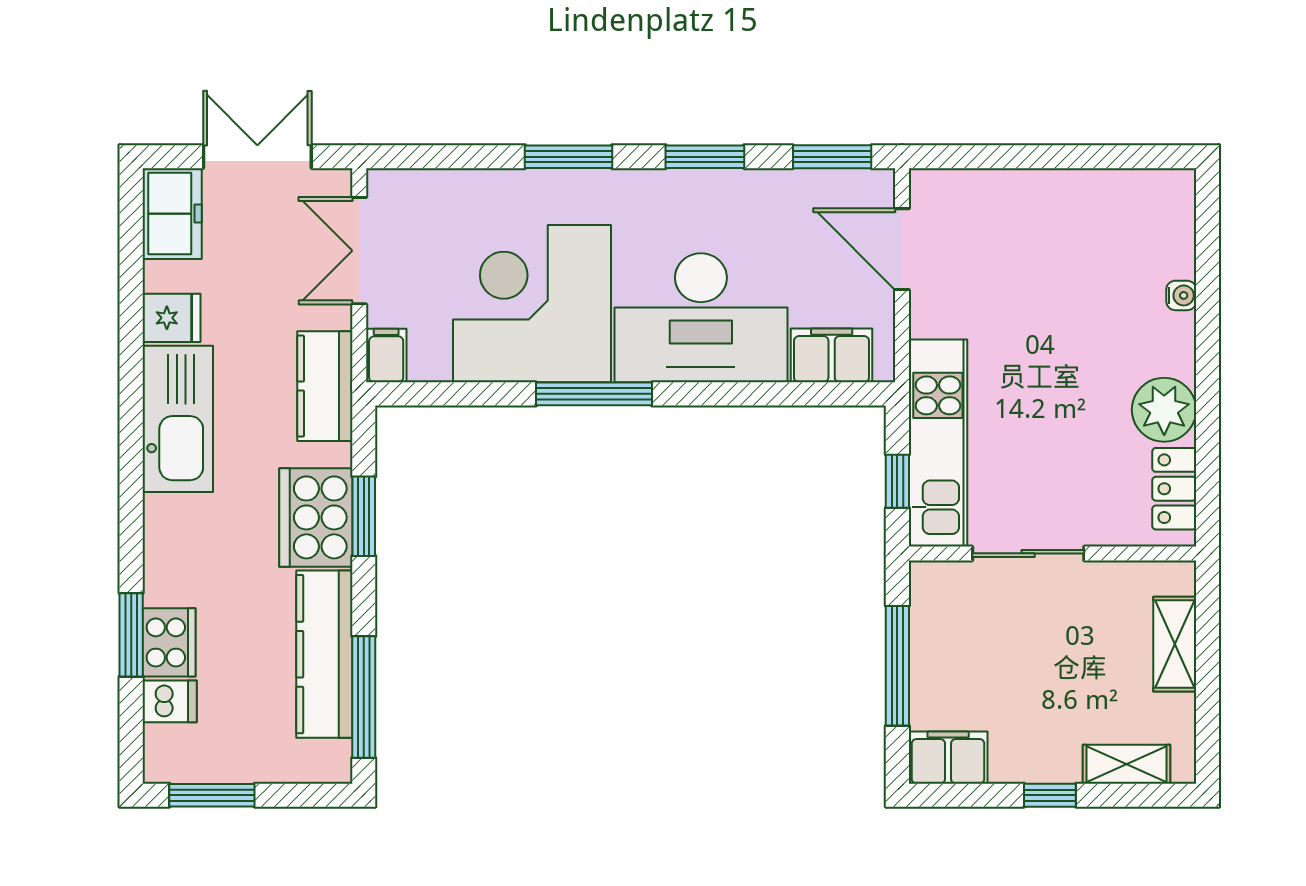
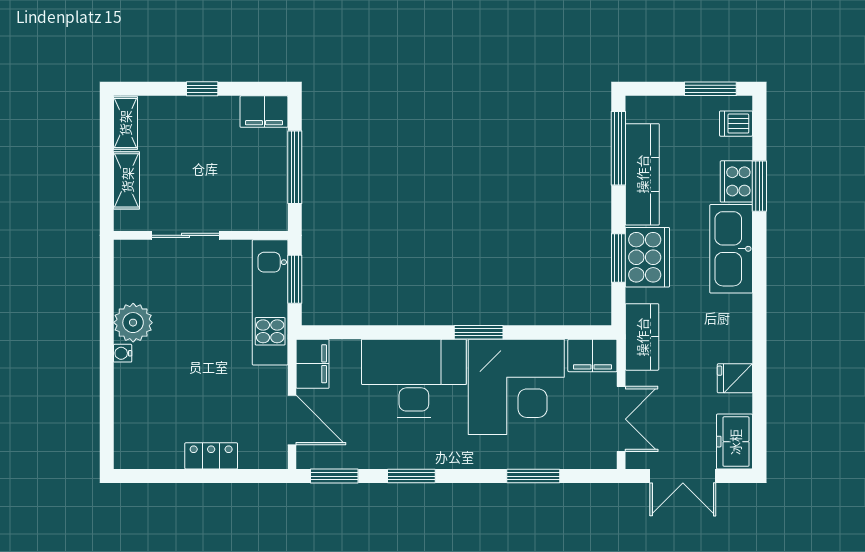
window: (569, 157) -> (533, 476), moved
water cooler: (1181, 295) -> (123, 353), moved
filing cabinet: (832, 355) -> (313, 364), moved, turned -90
filing cabinet: (386, 356) -> (592, 355), width x2.00
window: (594, 394) -> (479, 332), width x0.69
kitchen sink: (178, 419) -> (731, 249), moved
window: (897, 481) -> (295, 279), width x1.50
locker: (1174, 489) -> (211, 456), moved, turned -90
sliding door: (1028, 553) -> (186, 235), moved
dishwasher: (170, 701) -> (736, 124), moved
shelving: (1126, 764) -> (125, 123), moved, turned 90

